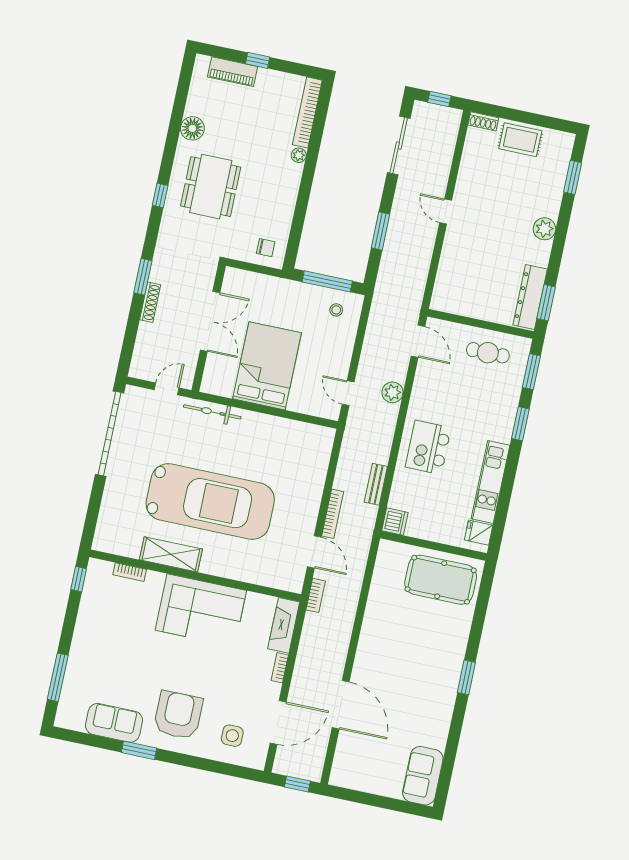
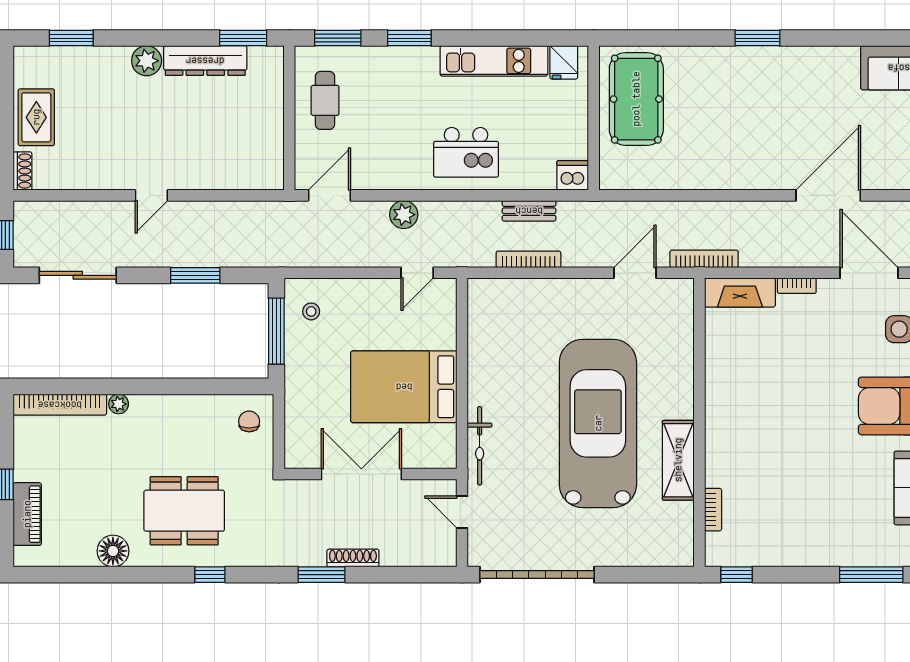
dresser: (530, 297) -> (205, 61), moved
bookcase: (333, 514) -> (528, 259), moved
bookcase: (316, 595) -> (704, 259), width x1.56
corner sofa: (201, 610) -> (743, 405), removed

